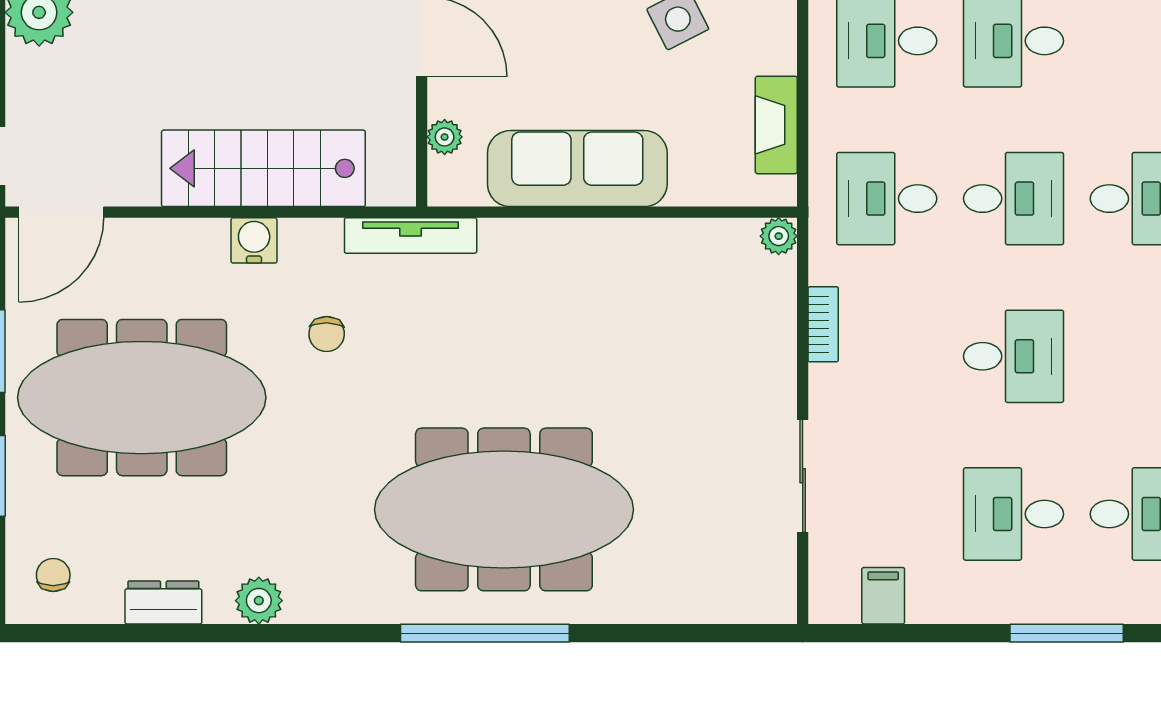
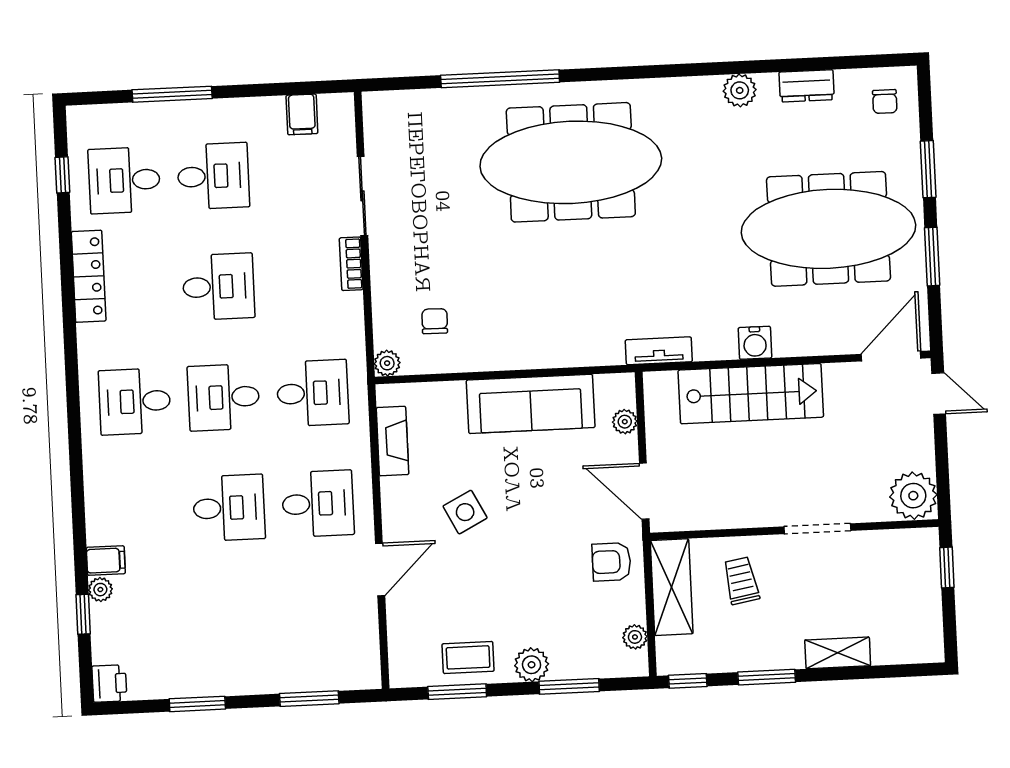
tv unit: (411, 236) -> (659, 351), width x0.71
bookcase: (823, 324) -> (351, 264), moved
chair: (327, 334) -> (435, 321), moved
desk: (1013, 356) -> (218, 287), turned 180
window: (485, 633) -> (500, 79), moved

